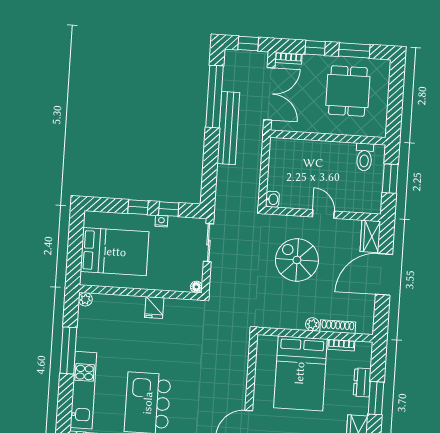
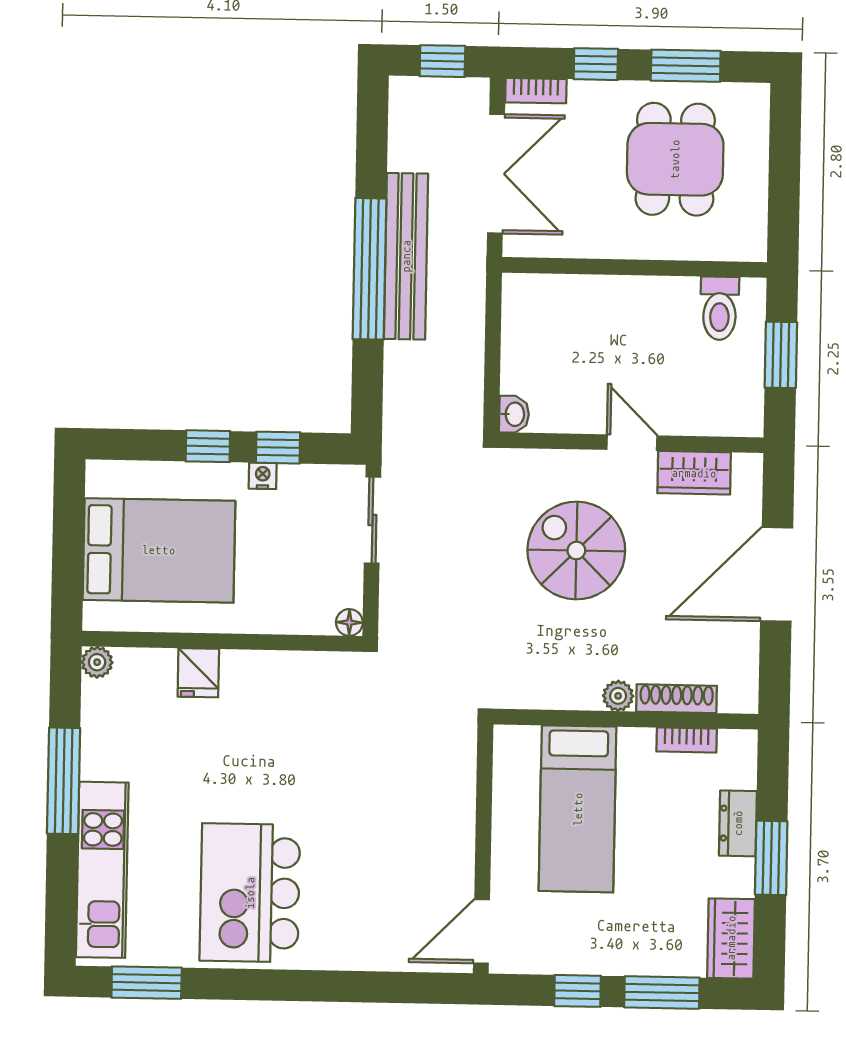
window: (215, 97) -> (370, 269), moved
wardrobe: (370, 236) -> (694, 473), moved, turned -90
fridge: (154, 308) -> (198, 673), moved
bed: (300, 373) -> (578, 809), width x0.67

